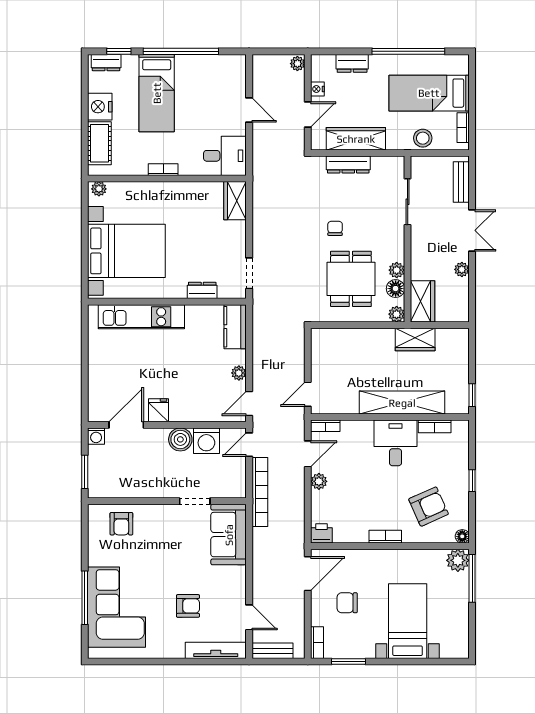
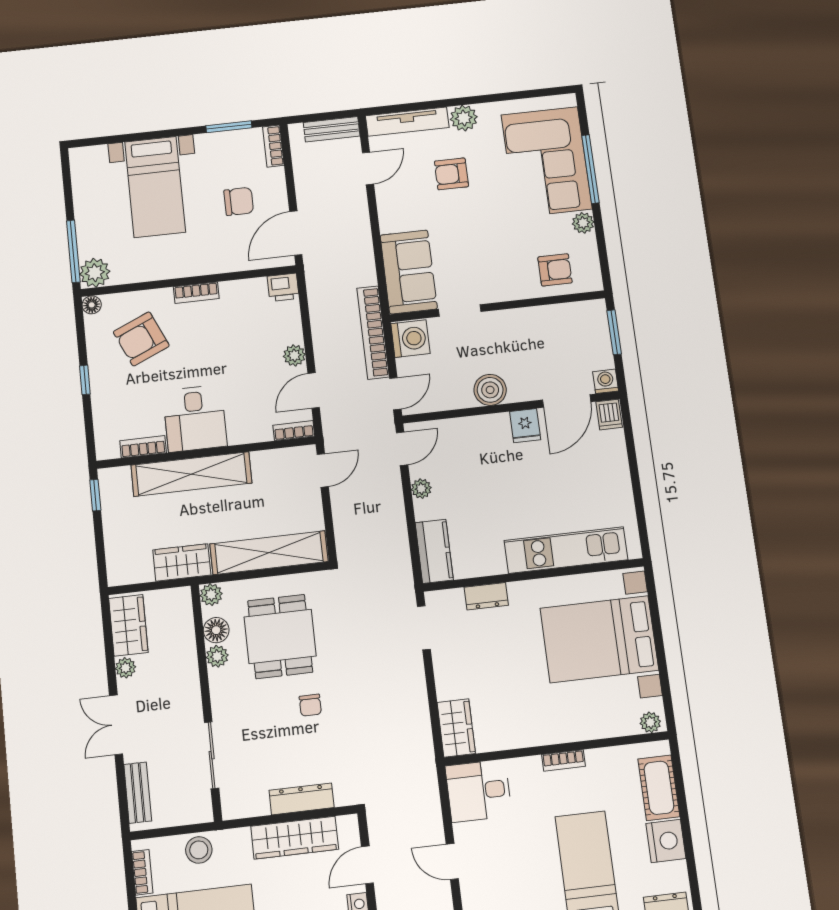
wardrobe: (422, 301) -> (128, 625), moved, turned 180
shelving: (353, 339) -> (269, 553), added
dishwasher: (97, 411) -> (609, 415), added
washing machine: (206, 441) -> (410, 339), moved, turned 90
armchair: (121, 524) -> (555, 270), turned 90
plant: (96, 557) -> (583, 223), added
door: (249, 617) -> (368, 168), swing flipped
plant: (173, 648) -> (464, 118), added

